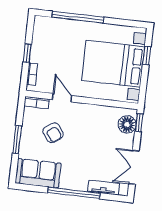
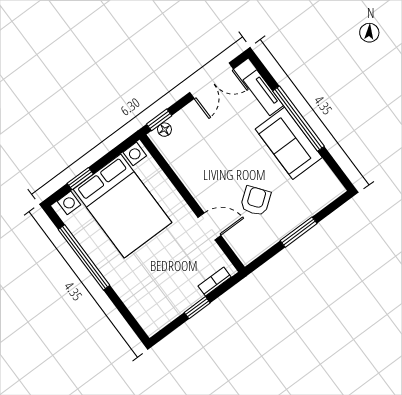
window: (78, 17) -> (84, 257), moved
door: (62, 98) -> (209, 226), swing flipped
bookcase: (37, 103) -> (240, 248), removed
floor lamp: (127, 124) -> (164, 130), width x0.53, depth x0.53
sofa: (38, 173) -> (289, 143), moved

